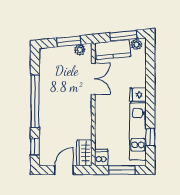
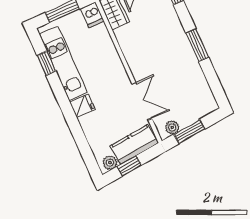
window: (123, 36) -> (129, 166), width x0.67
double door: (93, 79) -> (142, 101), swing flipped
window: (35, 101) -> (197, 45), width x0.47

